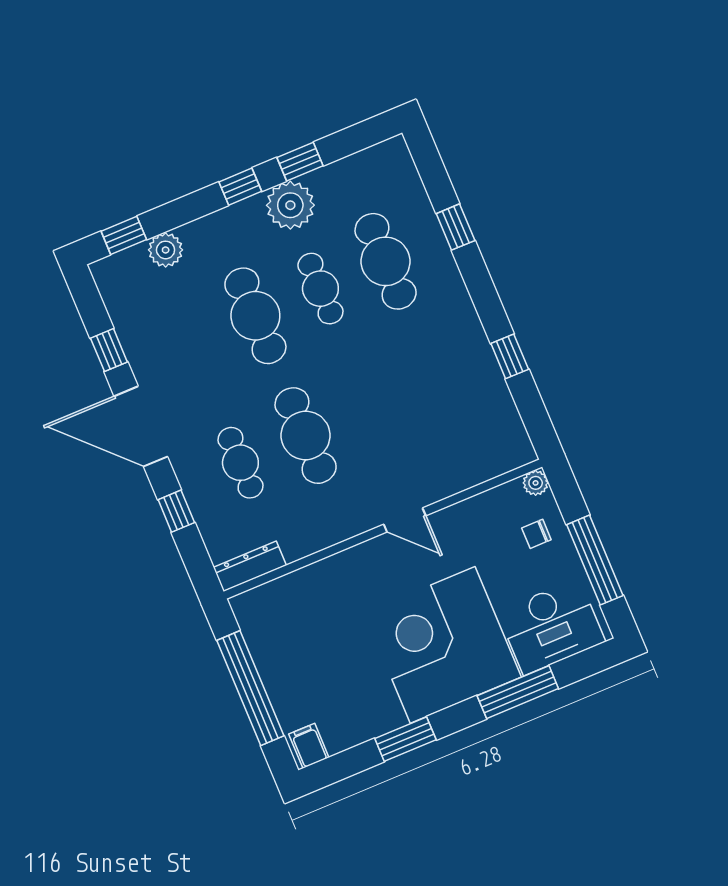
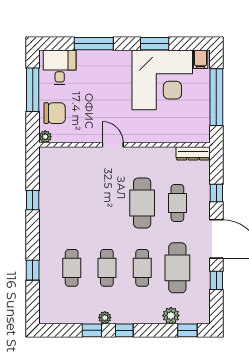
plant: (290, 205) -> (105, 318), width x0.53, depth x0.53
cafe table: (386, 261) -> (72, 268), width x0.73, depth x0.74
cafe table: (255, 316) -> (142, 268), width x0.73, depth x0.74
cafe table: (190, 343) -> (177, 268), added
chair: (536, 534) -> (55, 113), width x1.87, depth x1.87
desk: (551, 627) -> (60, 67), width x0.73
corner desk: (443, 645) -> (162, 80), moved

